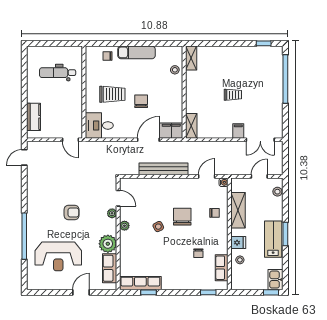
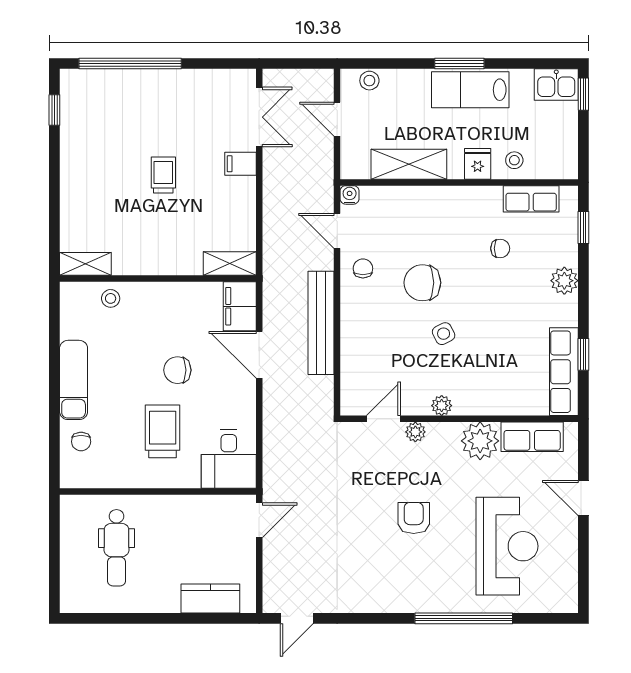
door: (24, 157) -> (297, 618), hinge flipped
chair: (215, 213) -> (363, 268), moved
plant: (183, 283) -> (564, 281), added

